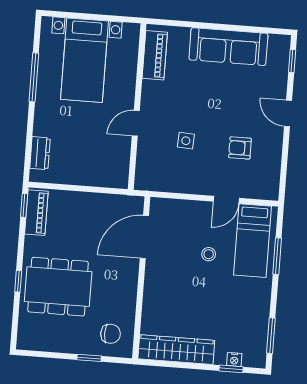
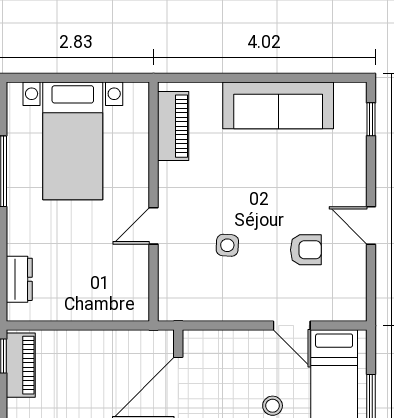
door: (288, 113) -> (371, 225), moved
armchair: (240, 148) -> (306, 250), turned 180
door: (226, 200) -> (292, 326), hinge flipped

